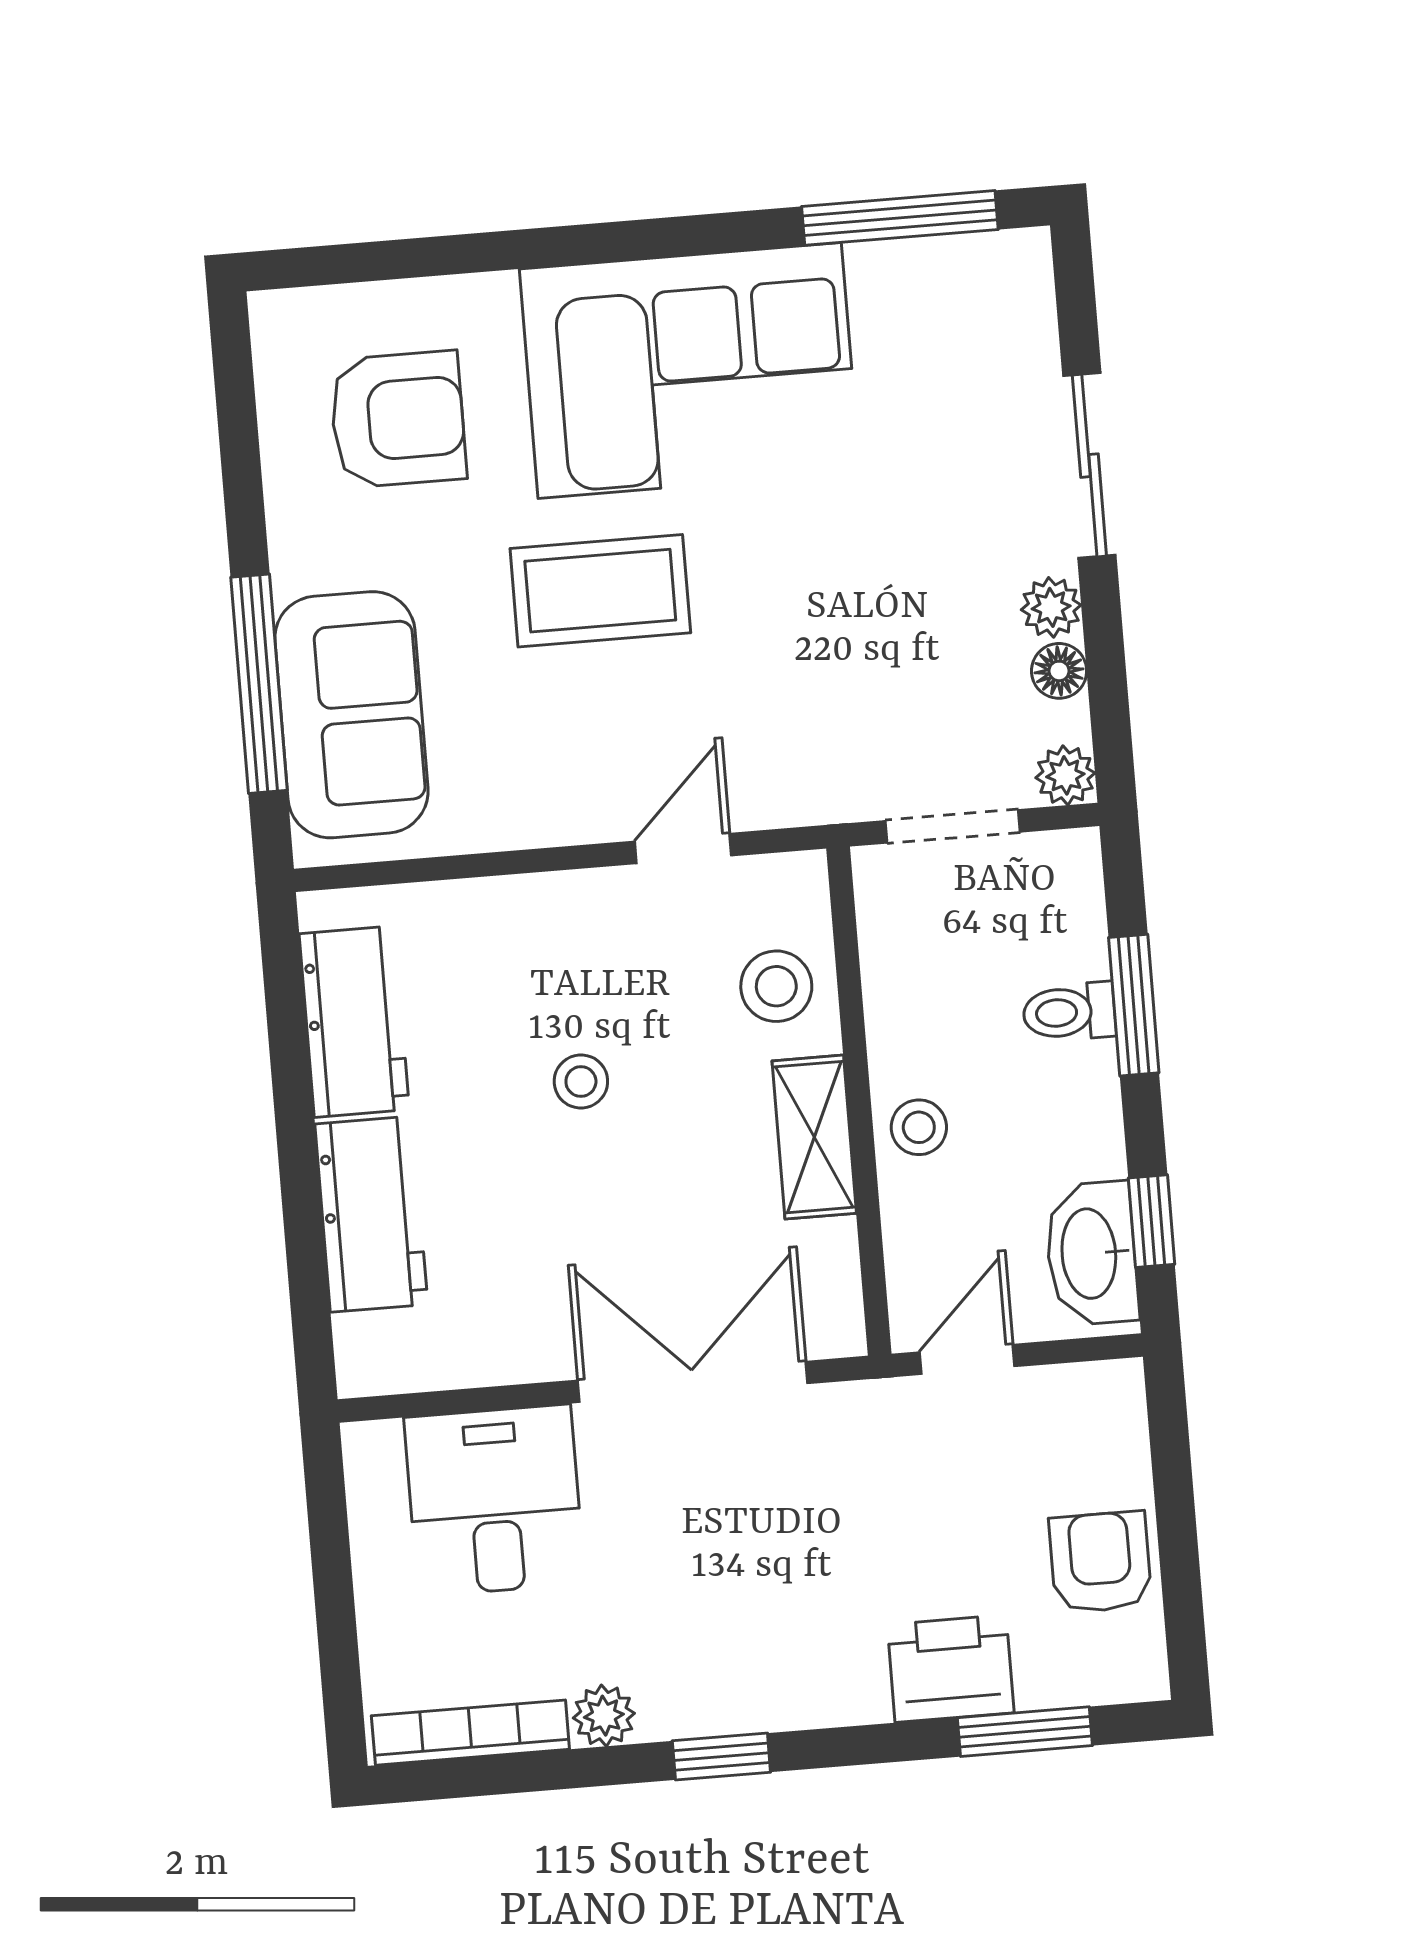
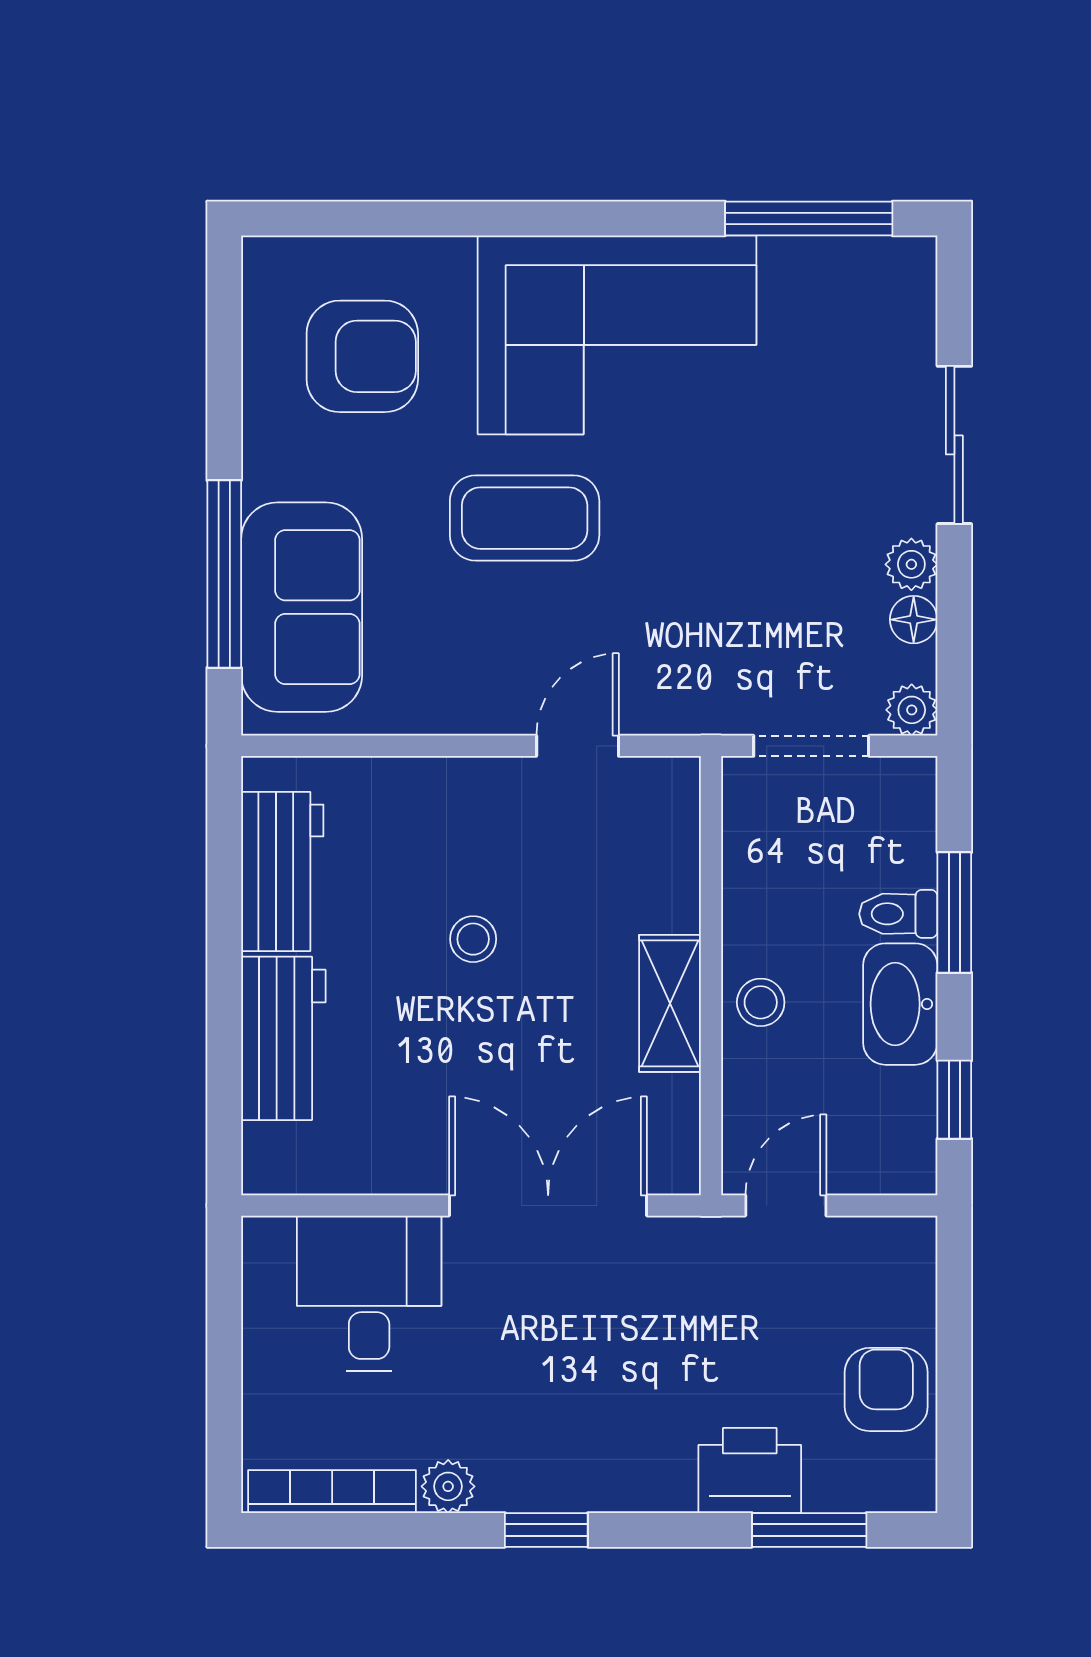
stool: (776, 986) -> (648, 871), removed
washbasin: (1091, 1253) -> (900, 1004), moved

